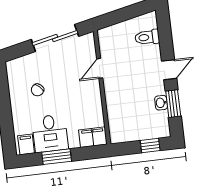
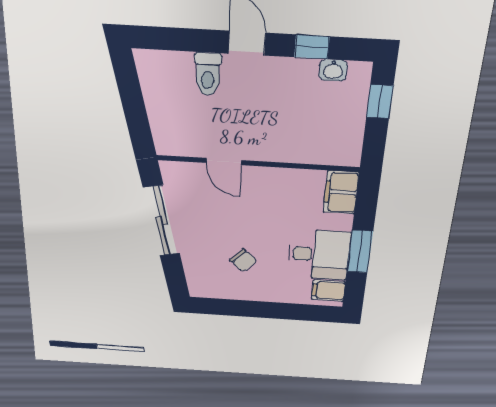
toilet: (147, 37) -> (208, 74), moved
washbasin: (161, 103) -> (333, 70), moved
window: (173, 104) -> (312, 47), width x0.67

